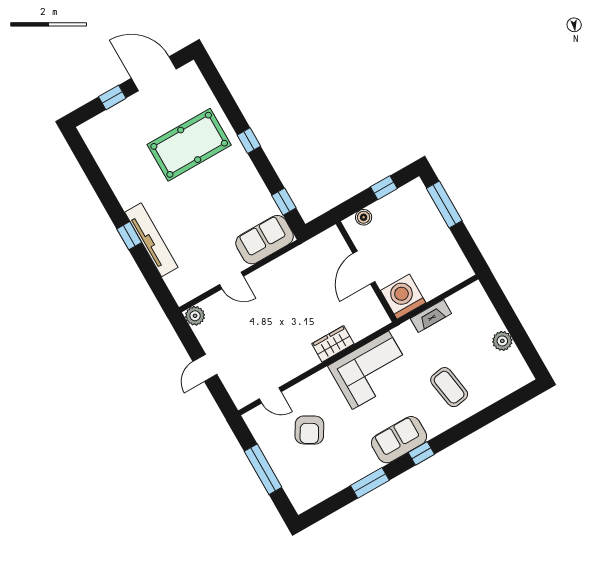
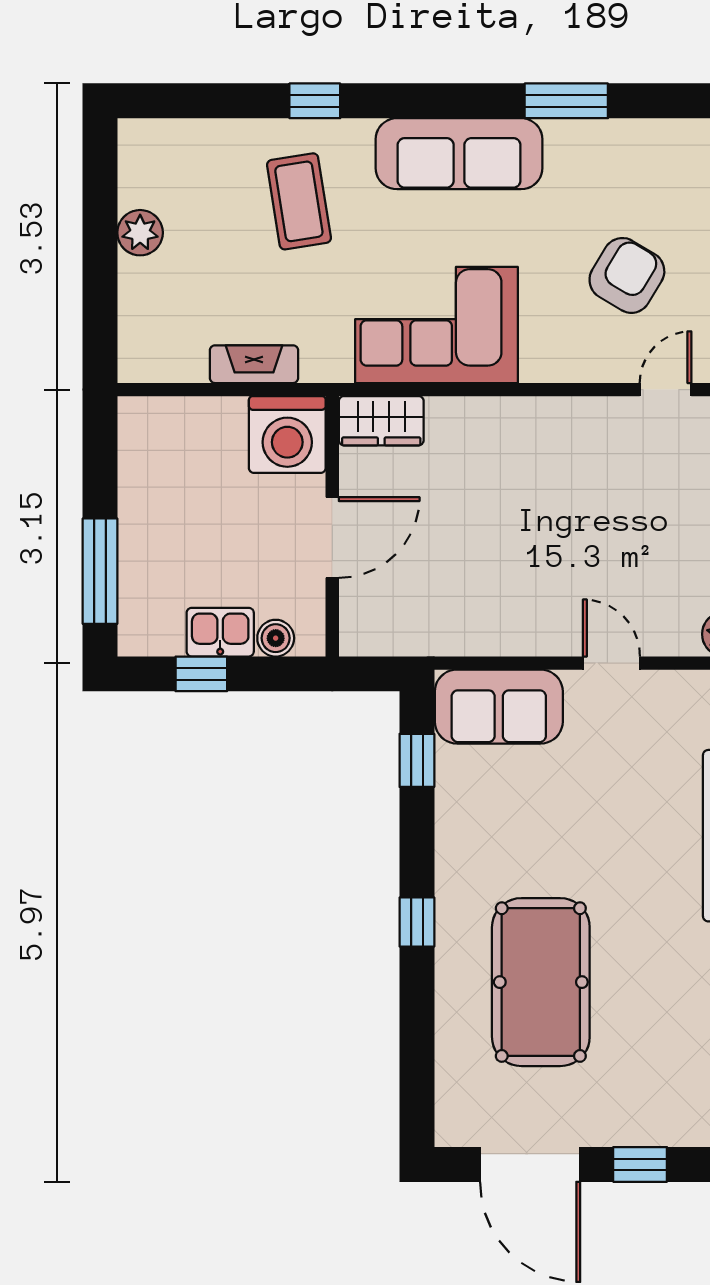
pool table: (189, 145) -> (541, 982), turned 90
kitchen sink: (386, 208) -> (220, 632), added
wardrobe: (333, 344) -> (381, 421), moved
door: (270, 395) -> (665, 390), hinge flipped
sofa: (399, 440) -> (459, 154), width x1.36
window: (421, 453) -> (315, 101), moved

